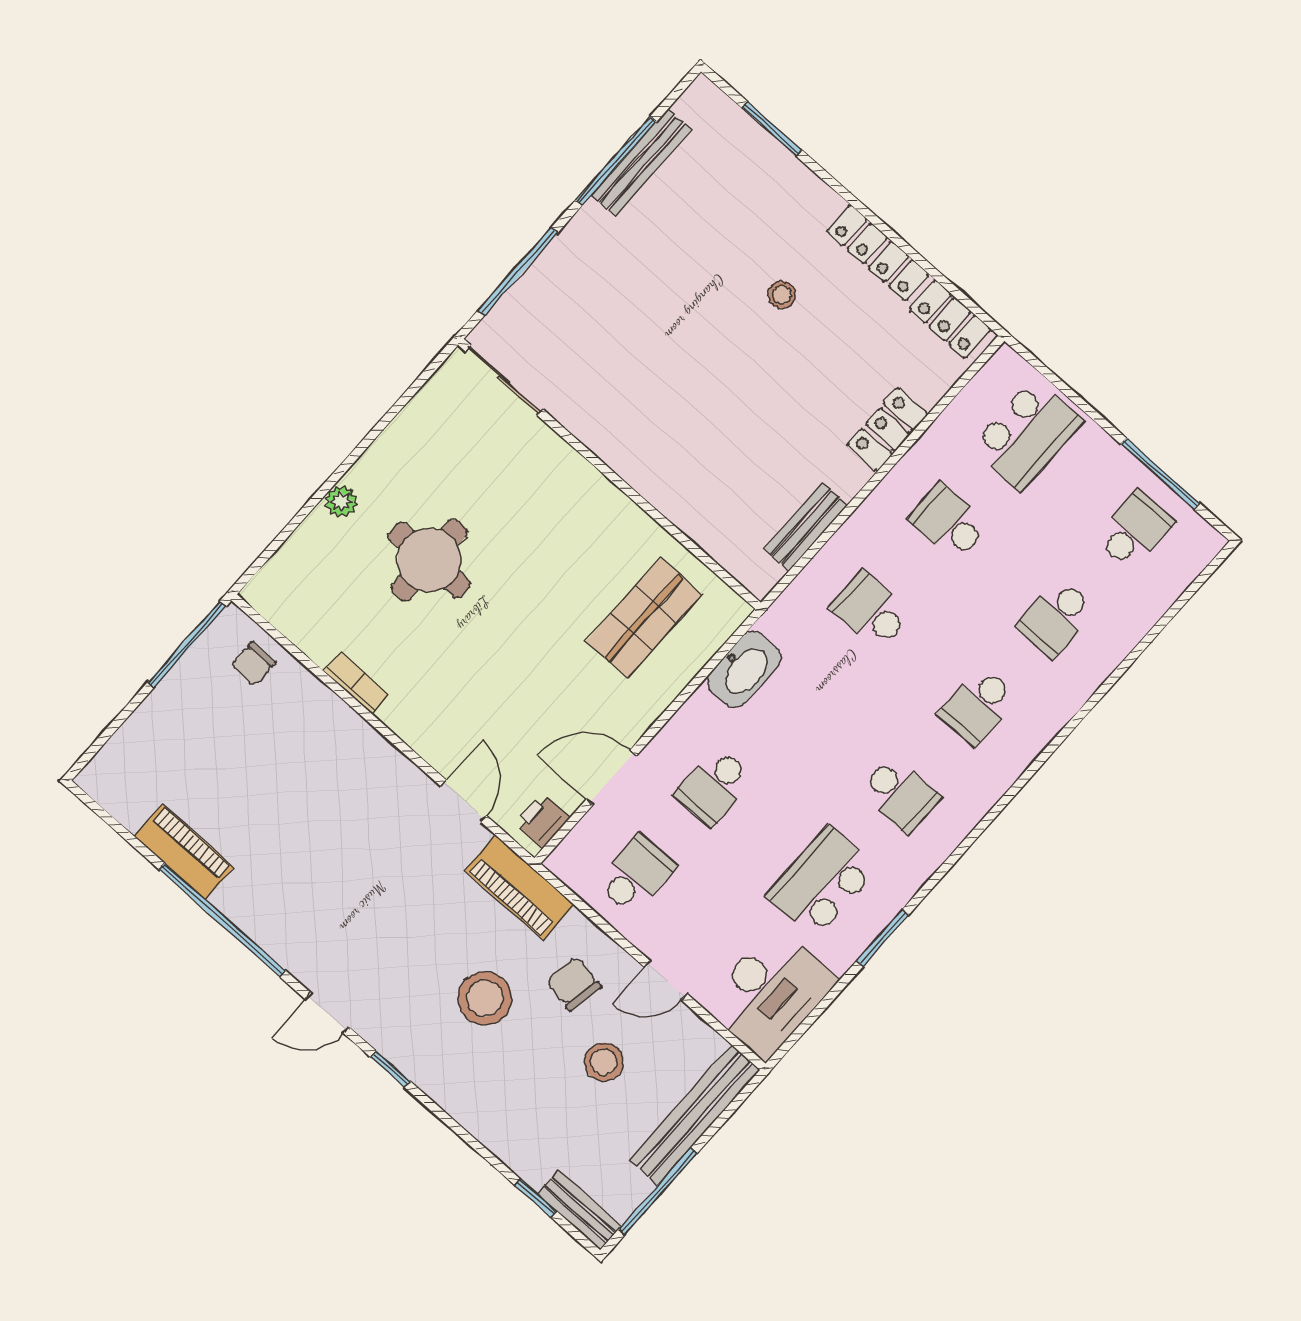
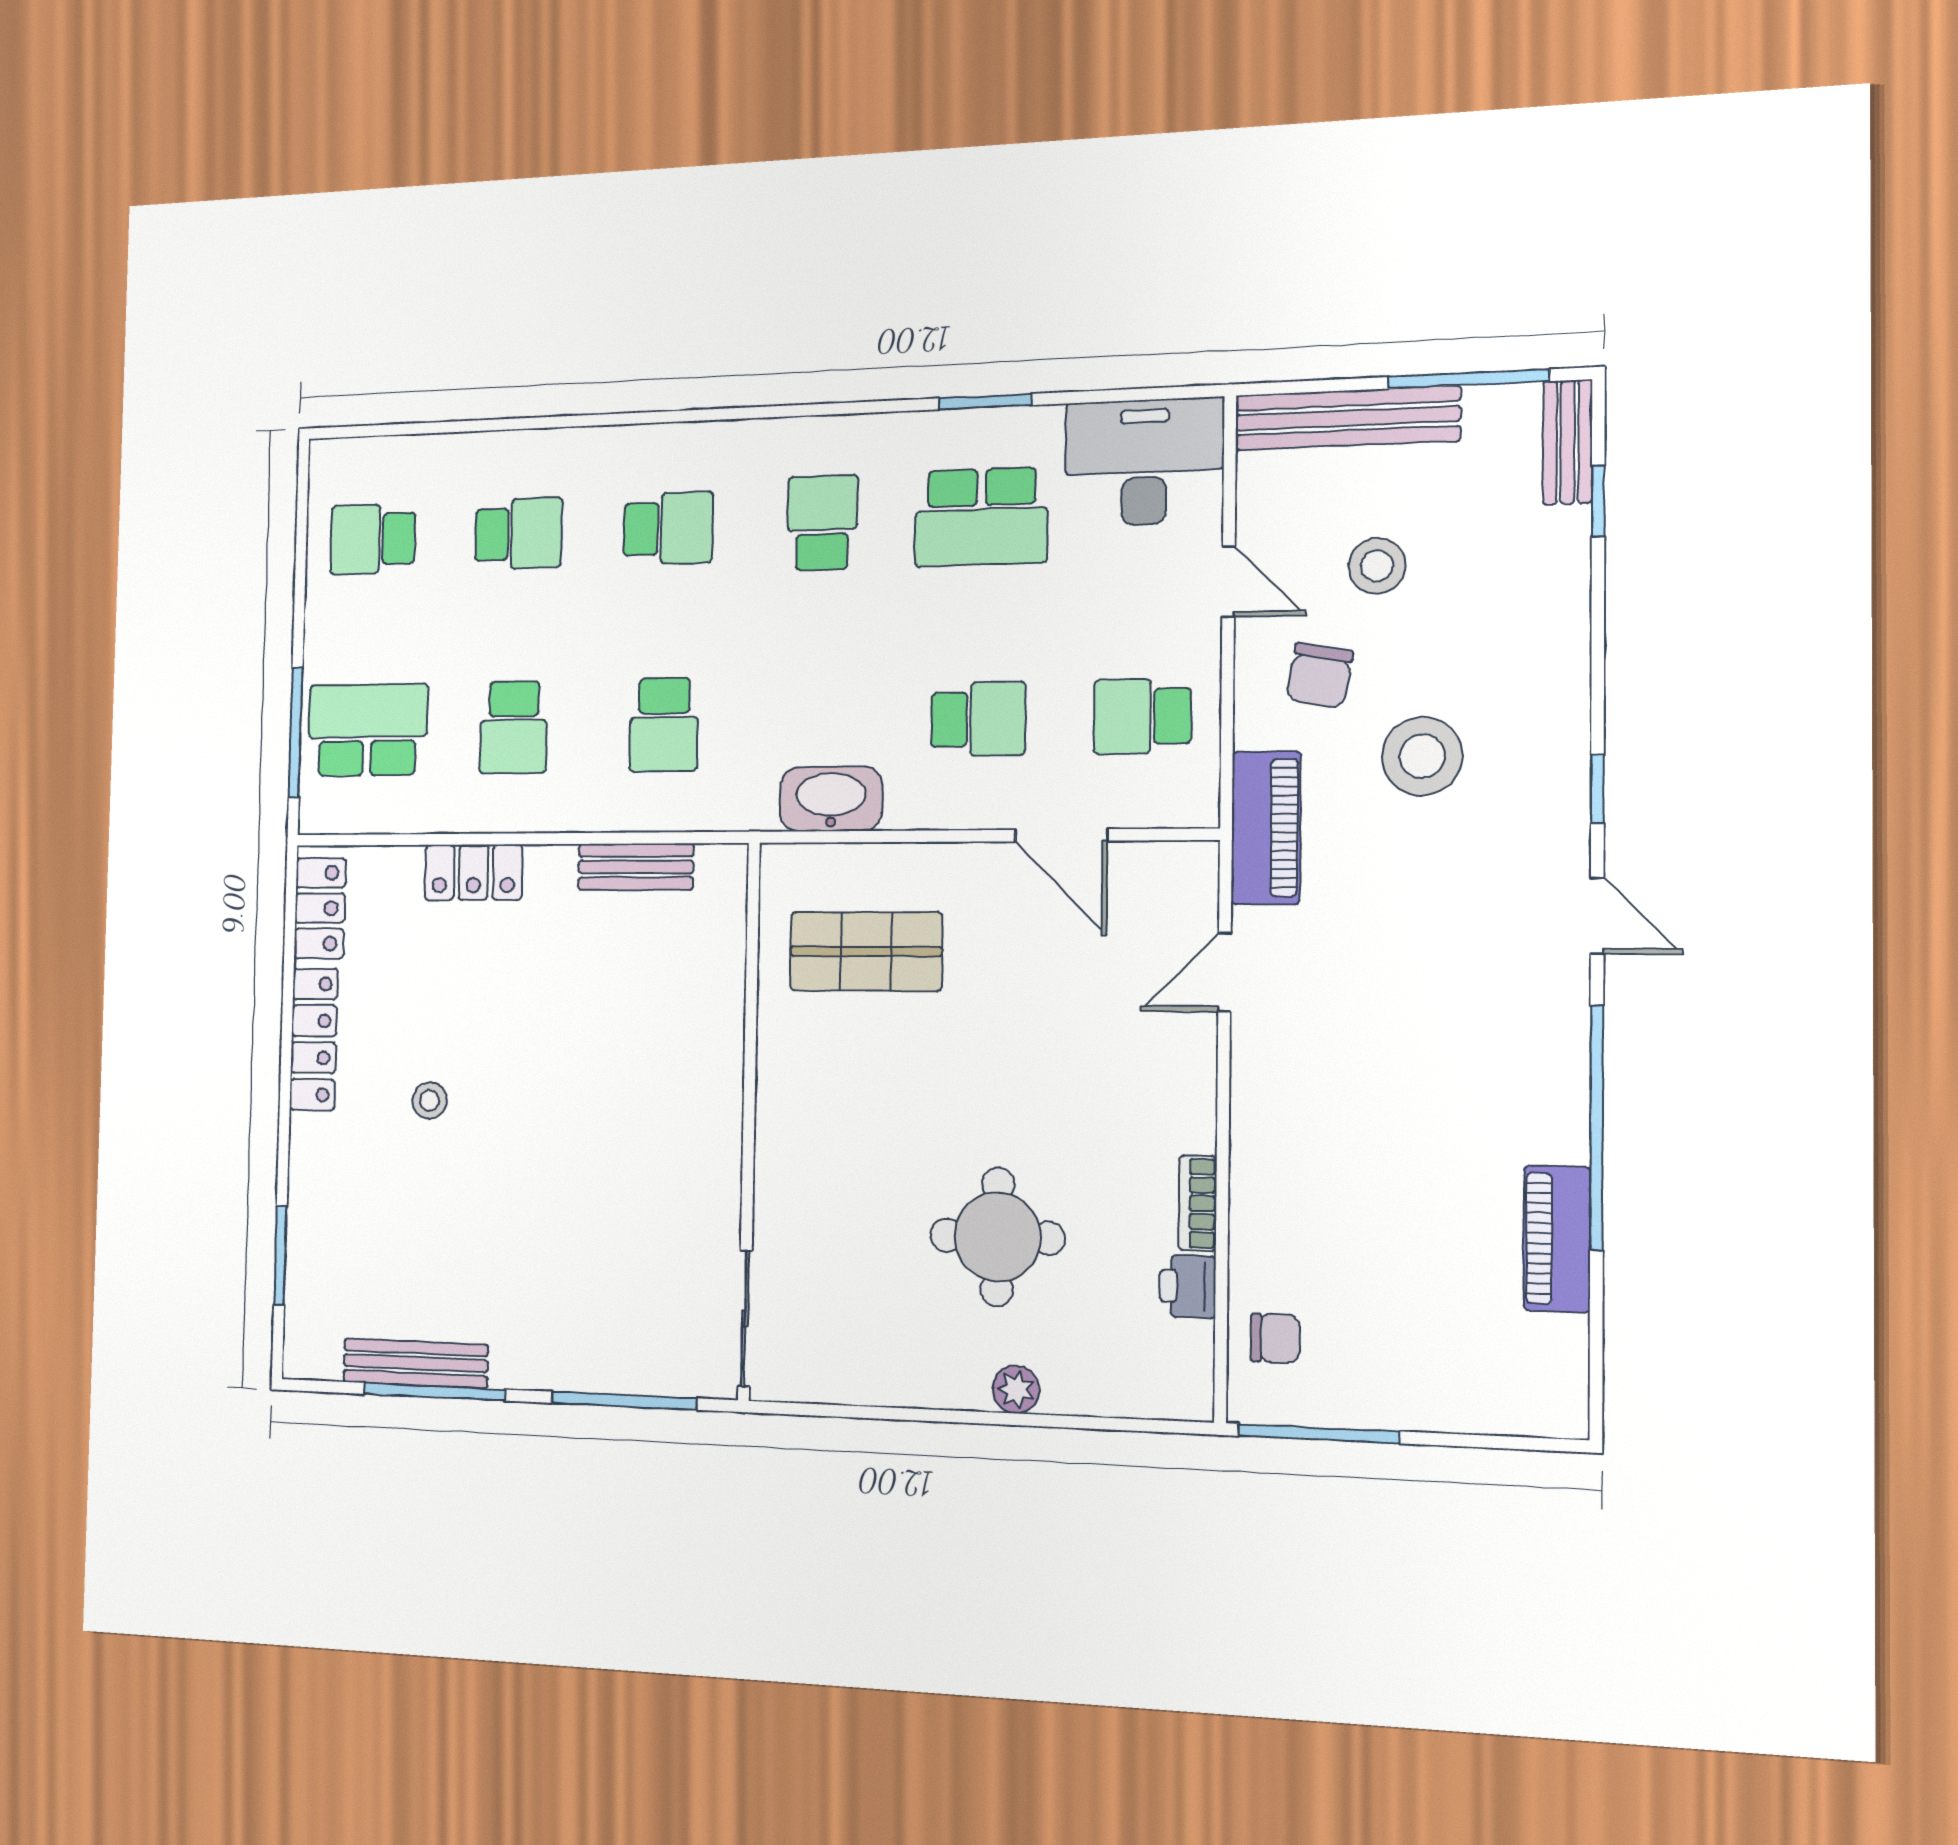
window: (1160, 474) -> (296, 733), moved
printer: (542, 821) -> (1188, 1286), moved, turned 90

